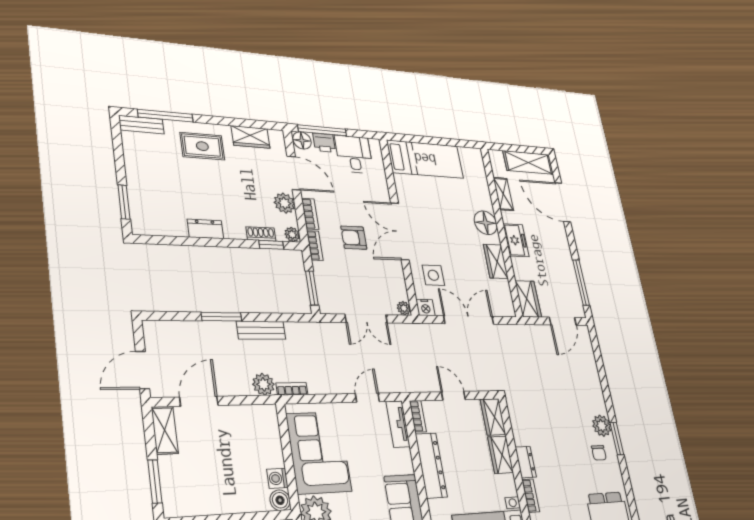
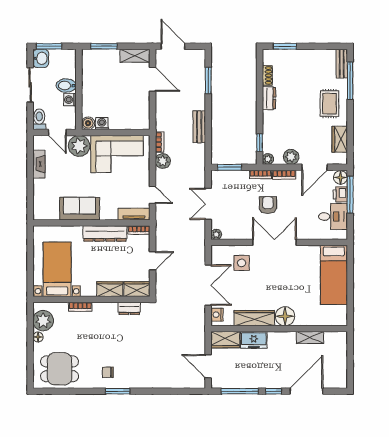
shelving: (528, 162) -> (339, 367), removed
shoe rack: (261, 234) -> (267, 75), moved
freezer: (516, 240) -> (254, 340), moved
window: (572, 241) -> (274, 391), added
wardrobe: (496, 261) -> (254, 318), width x1.50
nightstand: (426, 308) -> (217, 315), moved
window: (222, 317) -> (208, 81), moved
plant: (264, 384) -> (163, 161), moved
plant: (602, 426) -> (128, 380), removed
dresser: (526, 462) -> (129, 308), moved

